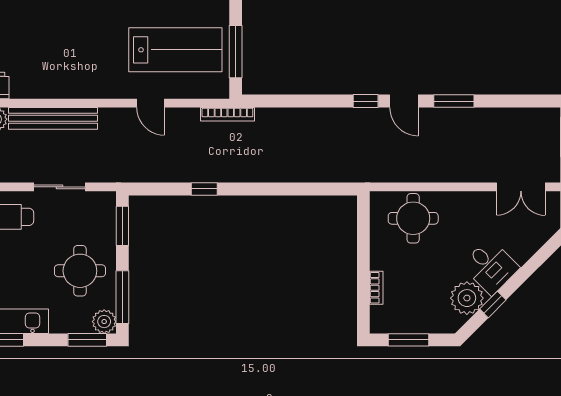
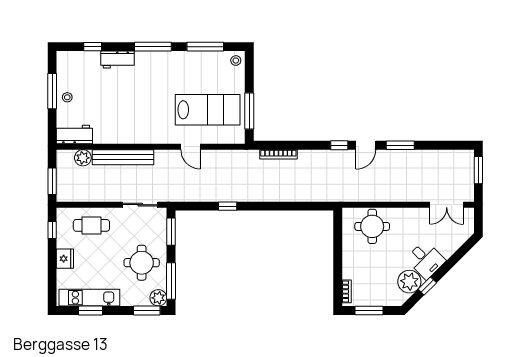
door: (404, 101) -> (366, 145), hinge flipped
bookcase: (227, 114) -> (278, 154), moved
sliding door: (60, 187) -> (140, 205), moved
bookcase: (376, 288) -> (347, 291), moved

